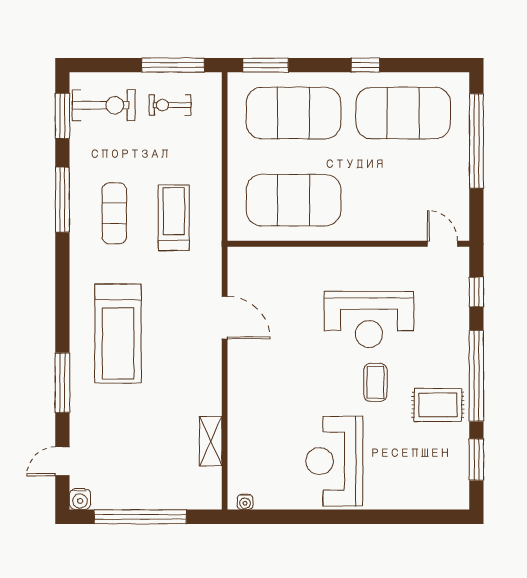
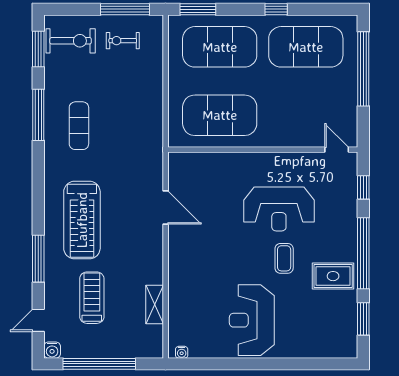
treadmill: (174, 218) -> (92, 298), moved

